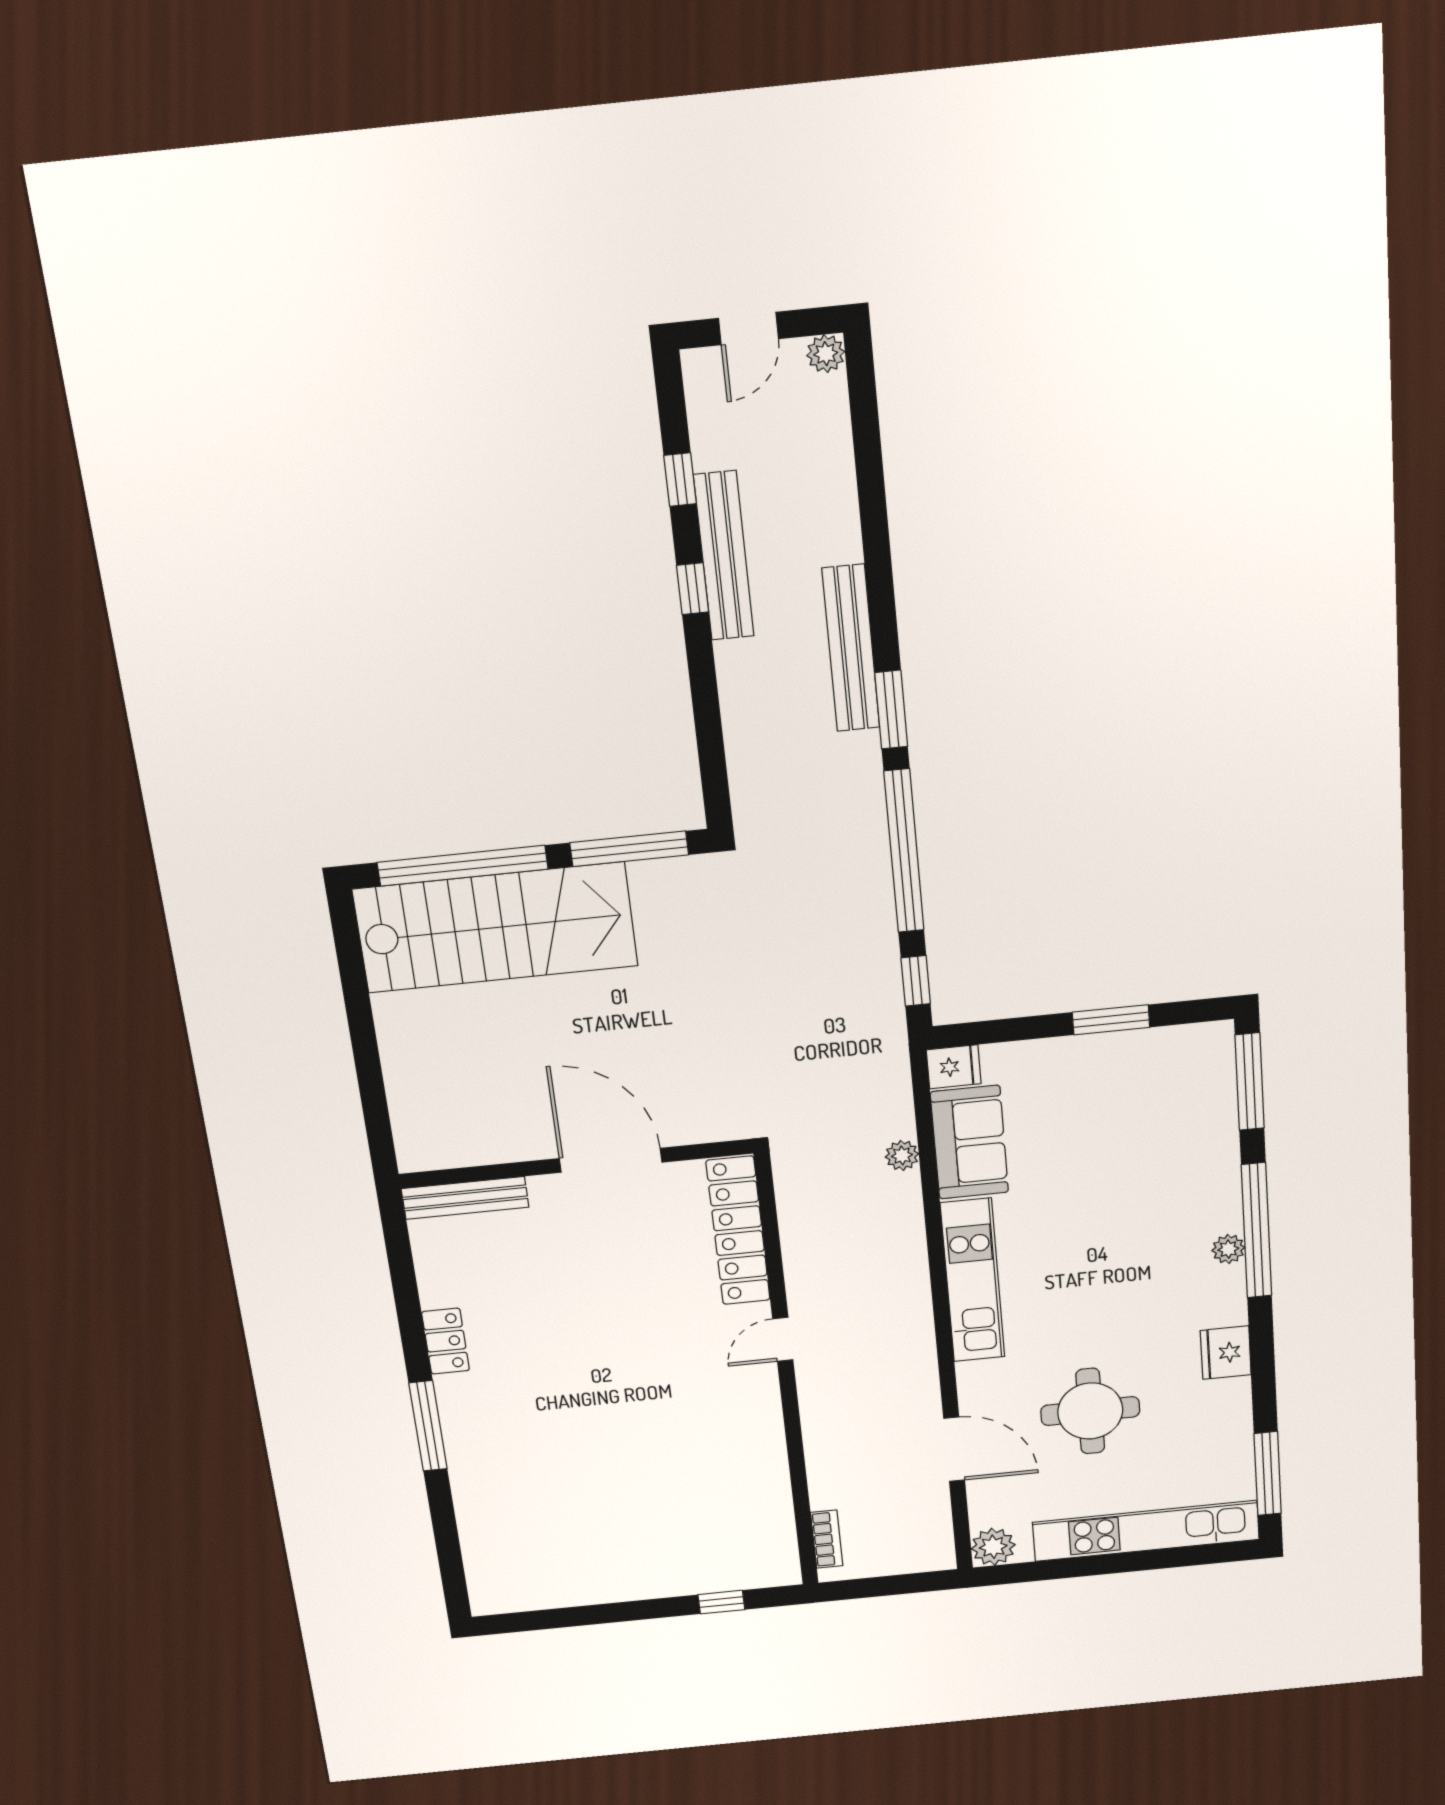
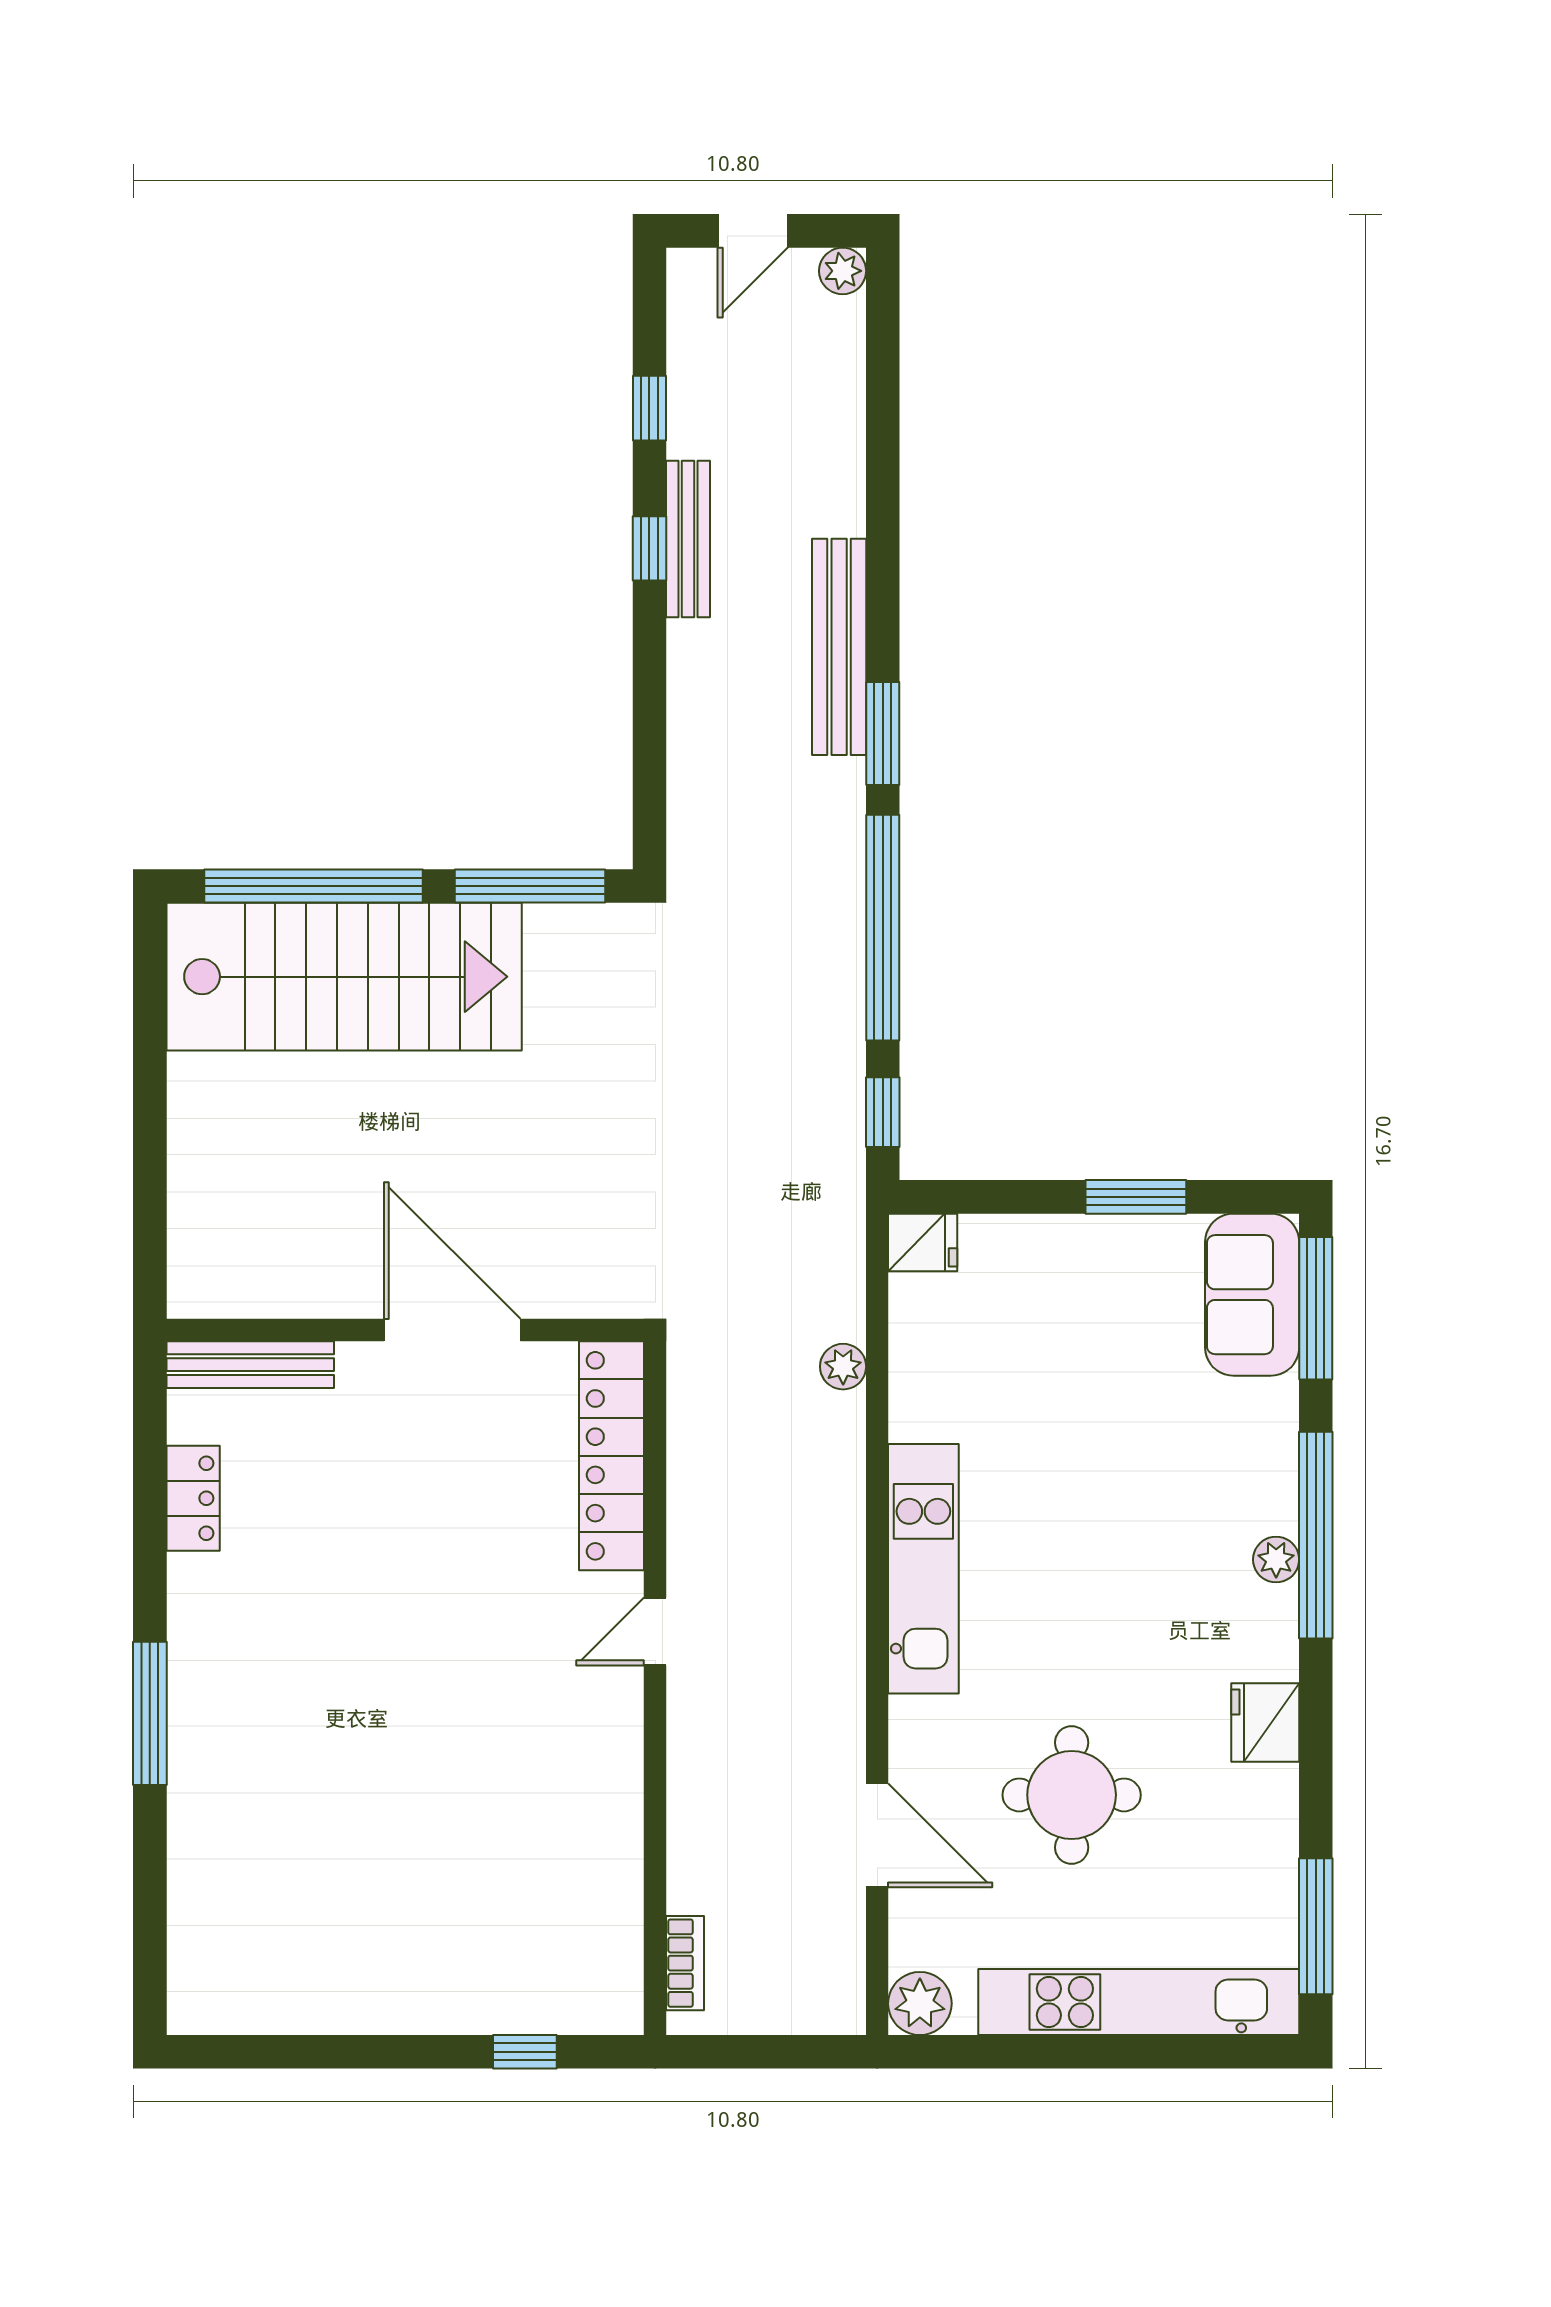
bench: (724, 556) -> (688, 539), width x0.73, depth x0.82
sofa: (969, 1142) -> (1252, 1295), moved, turned 180
locker: (446, 1341) -> (193, 1498), moved

